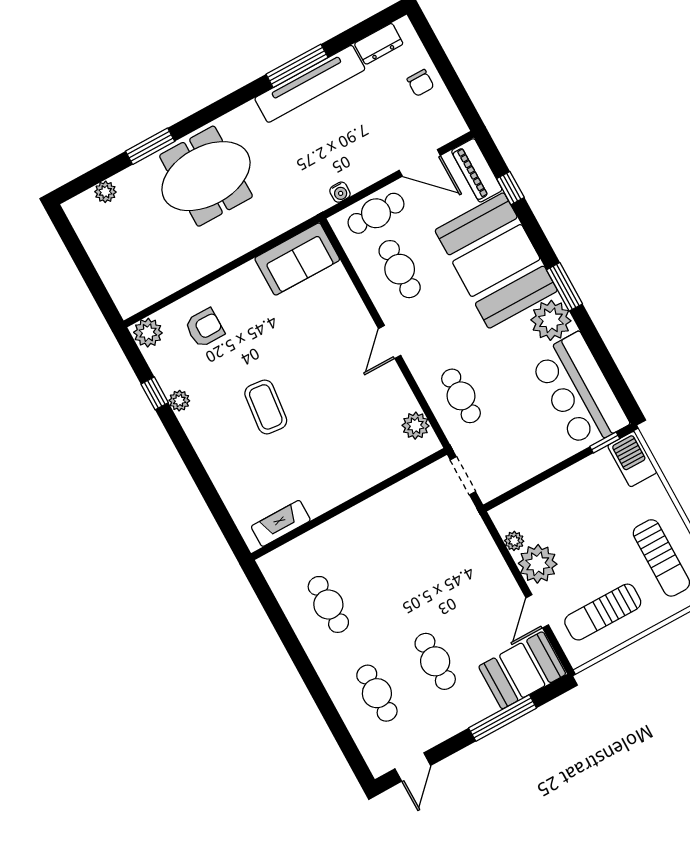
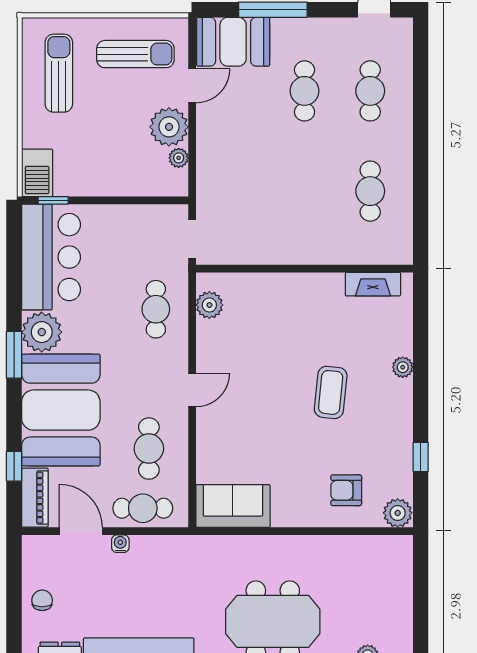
water cooler: (340, 192) -> (120, 544), moved
plant: (179, 401) -> (403, 367), moved

